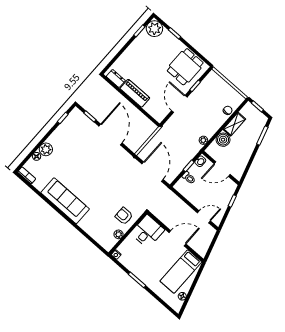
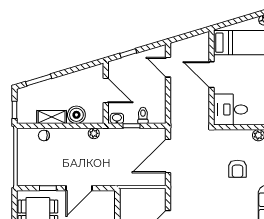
armchair: (124, 216) -> (237, 169), moved

